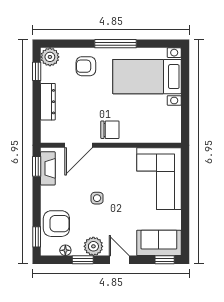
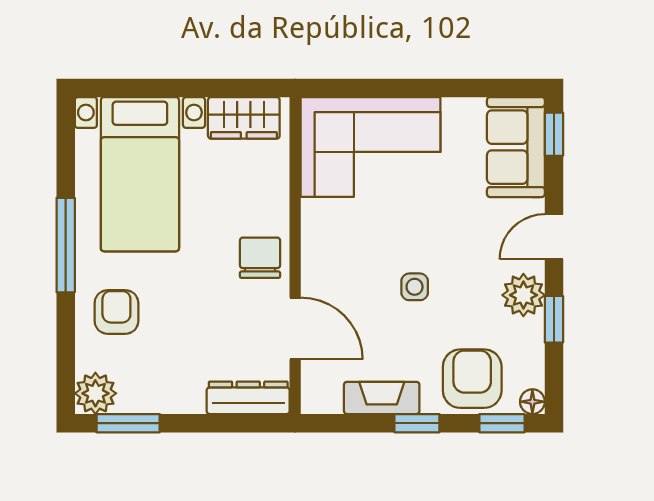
armchair: (86, 66) -> (116, 312), turned 180
window: (37, 71) -> (128, 423), width x1.50
dresser: (48, 102) -> (248, 398), moved
wardrobe: (172, 123) -> (244, 118), added
window: (37, 166) -> (417, 423), moved
fireplace: (48, 168) -> (382, 398), moved
floor lamp: (65, 250) -> (532, 402), moved

